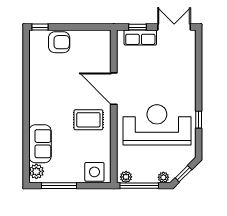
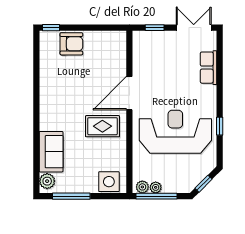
row of seats: (140, 37) -> (208, 68), moved, turned 90
door: (114, 89) -> (129, 93), hinge flipped
plant: (163, 177) -> (156, 187), moved

